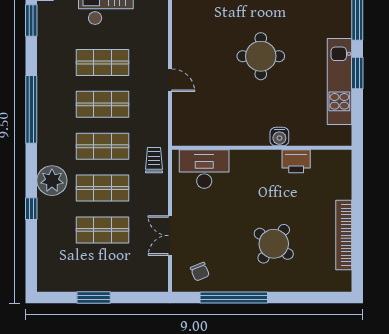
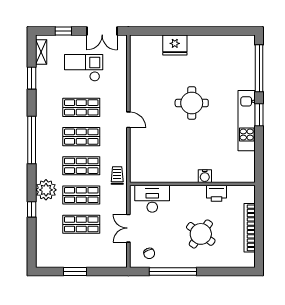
water cooler: (279, 137) -> (205, 176), moved
wall: (262, 148) -> (192, 184), moved
printer: (296, 161) -> (216, 193), moved
desk: (204, 169) -> (152, 199), moved

